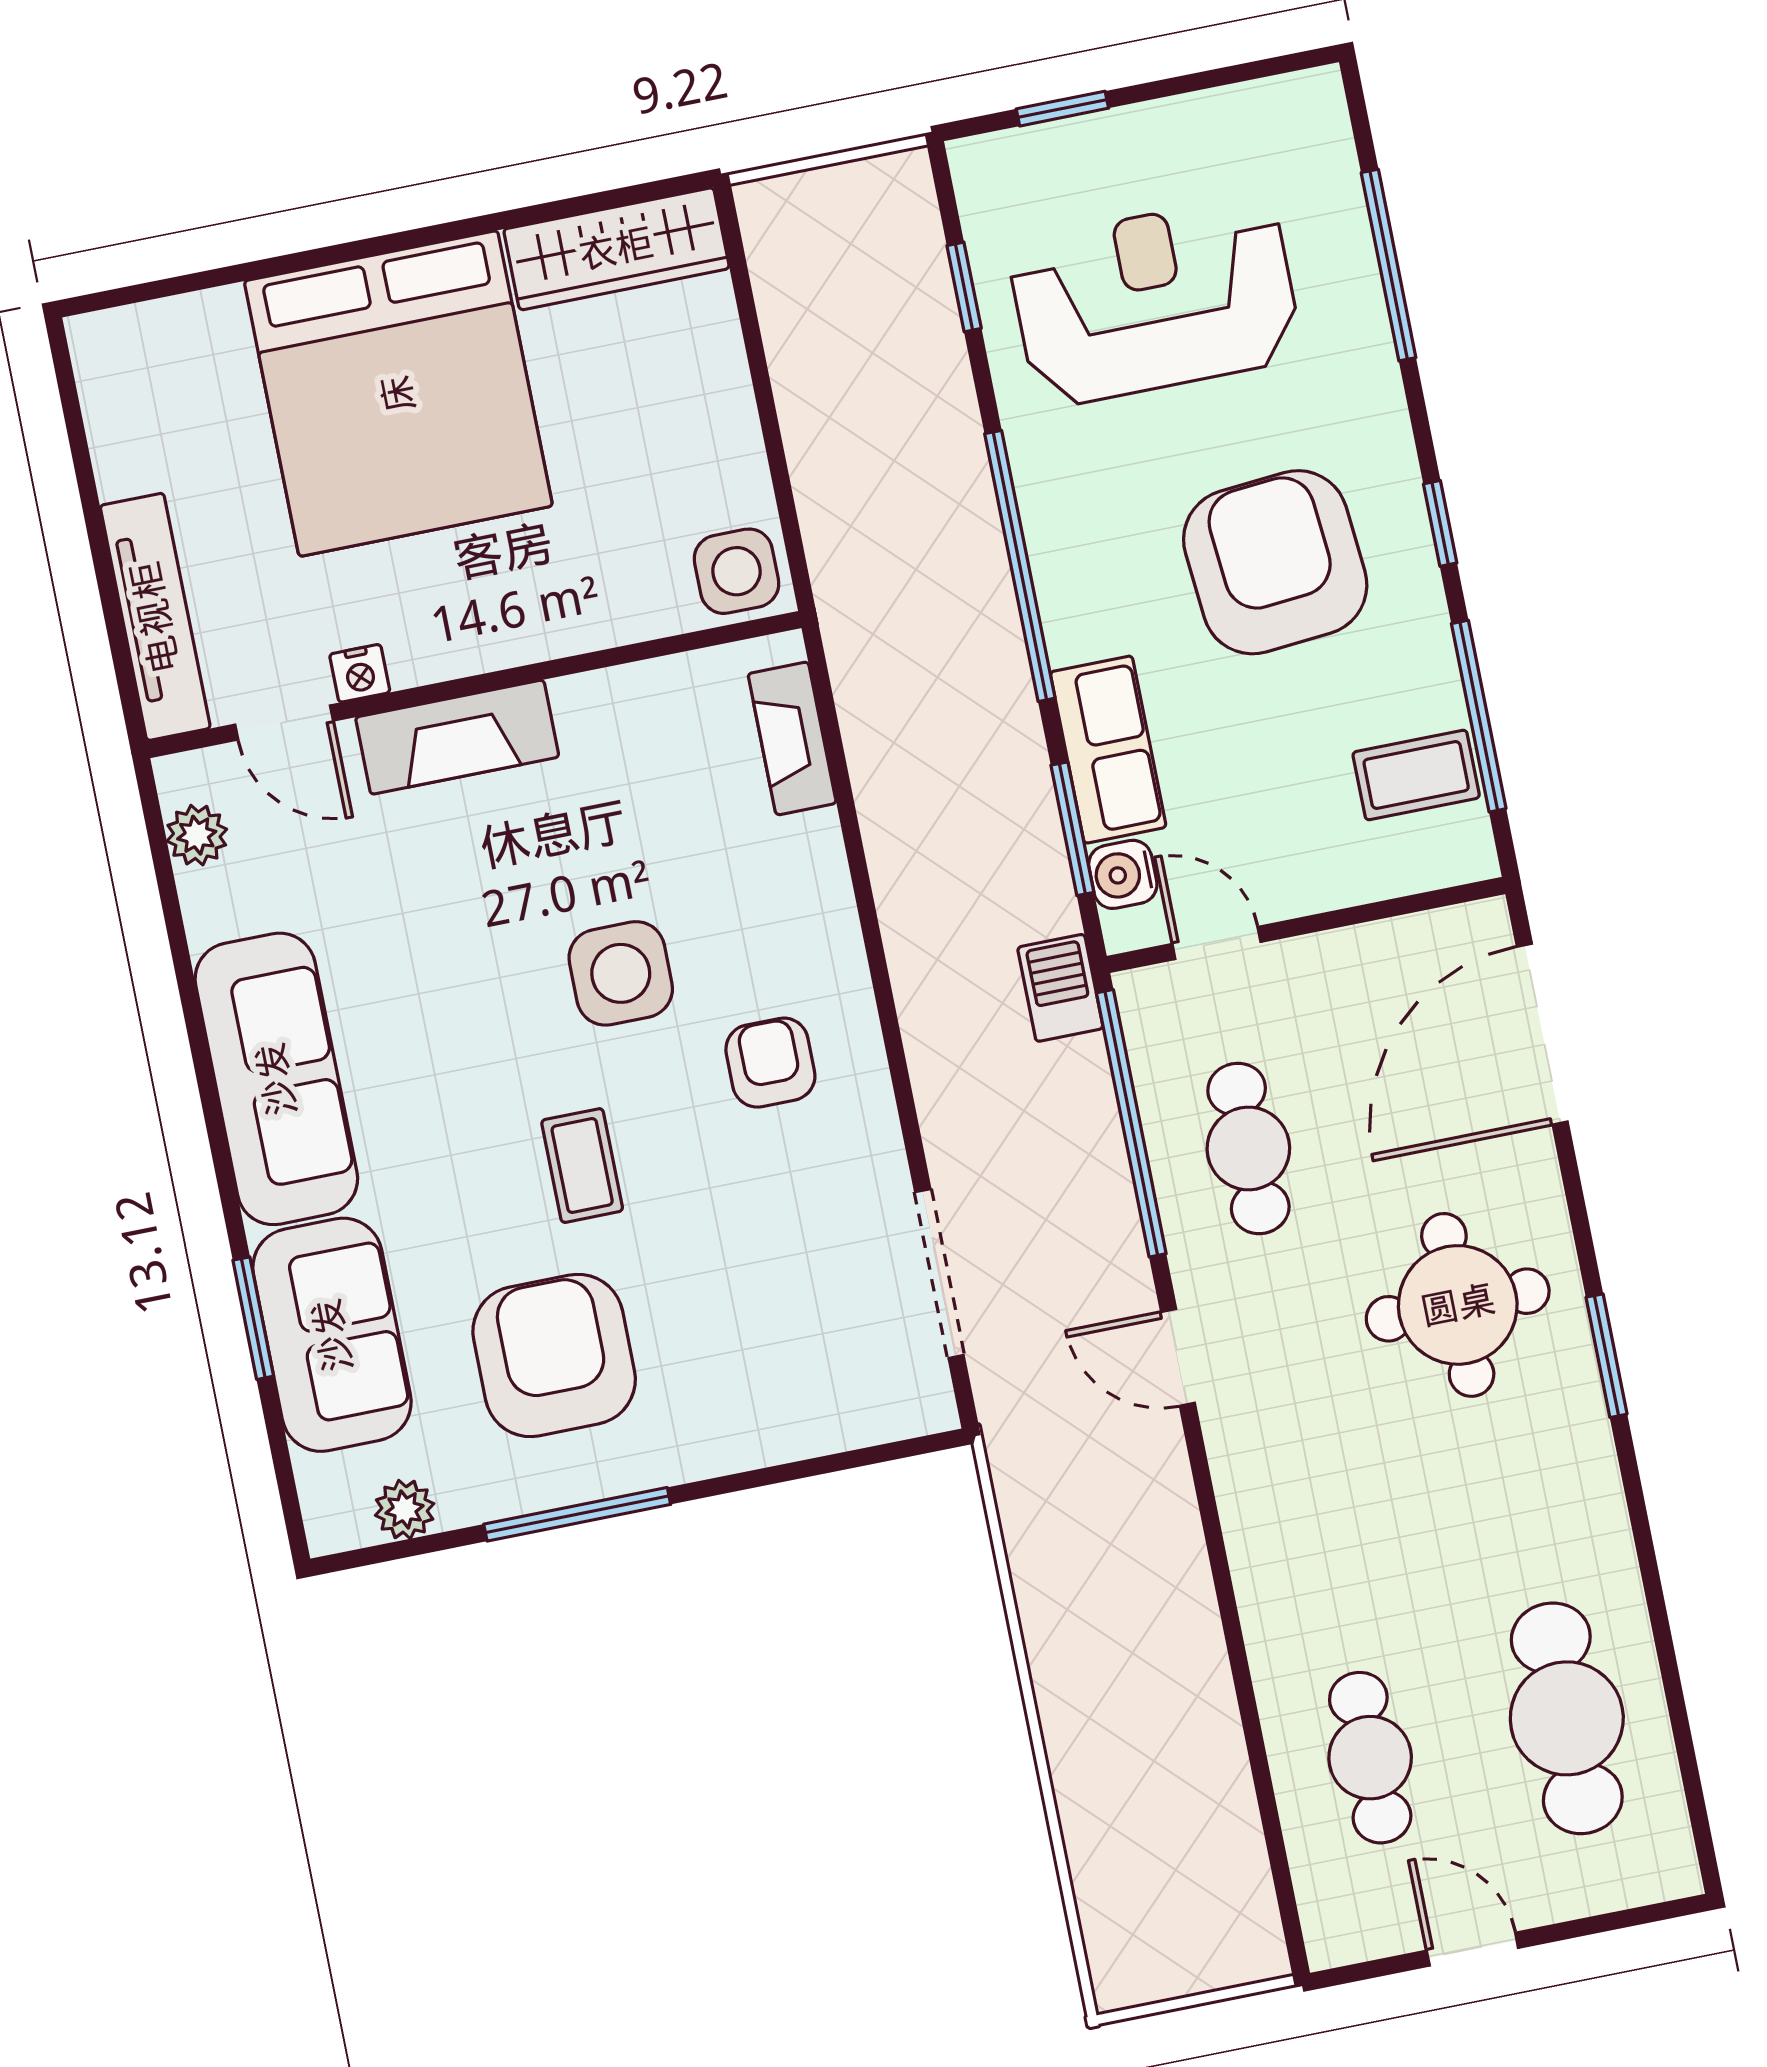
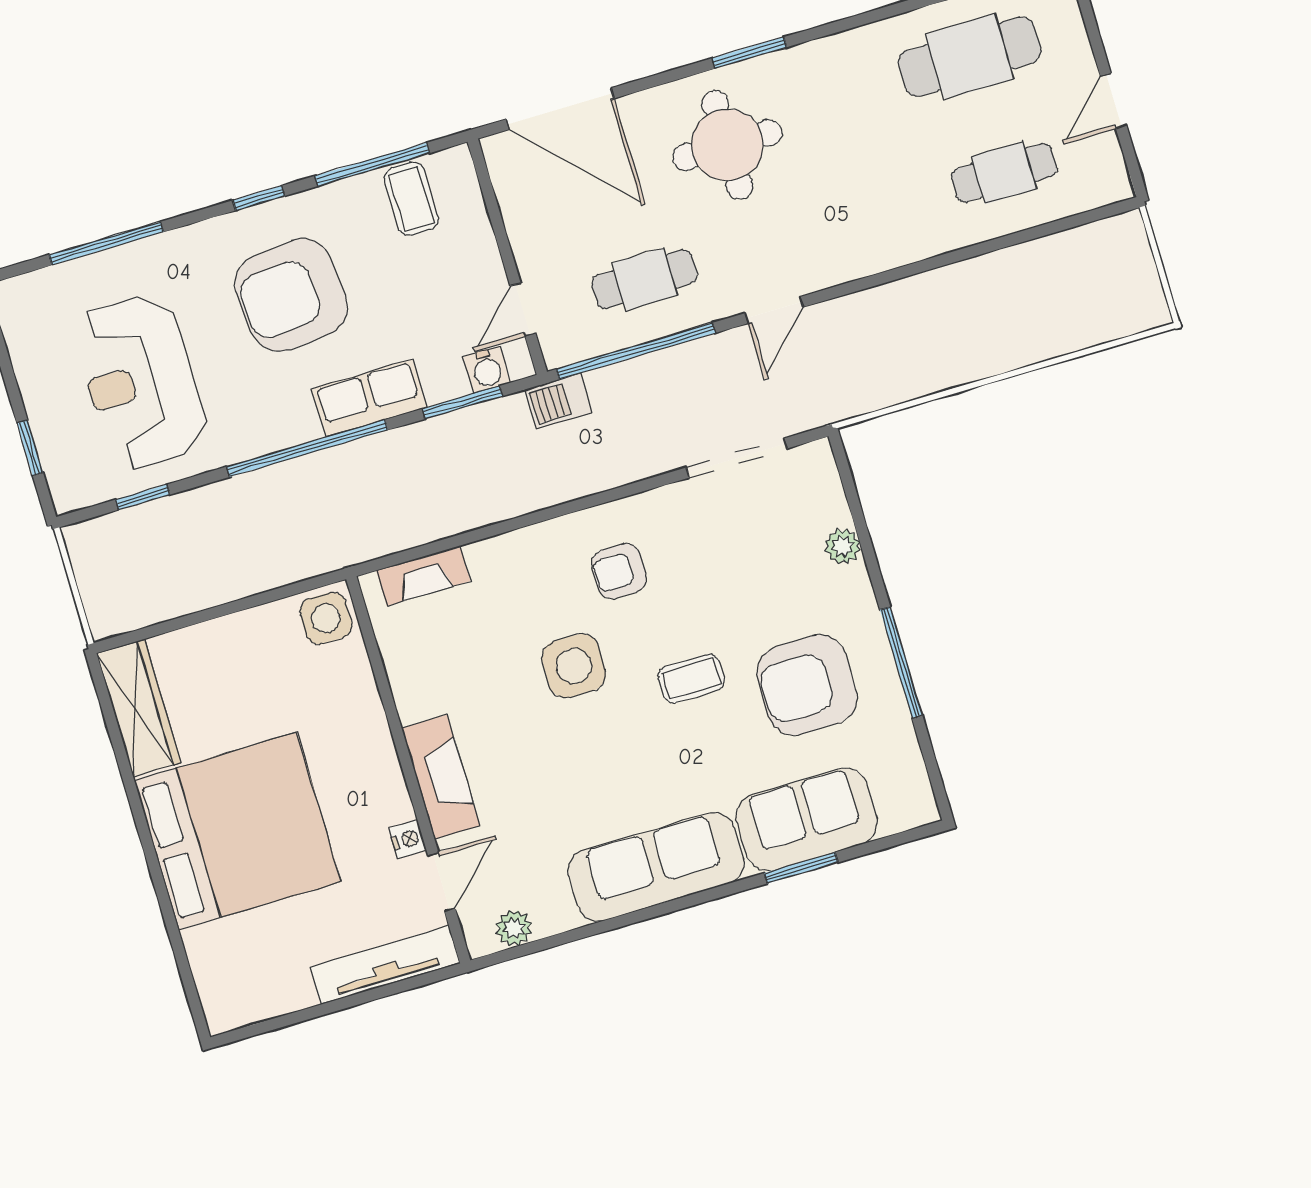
row of seats: (1108, 750) -> (369, 398), moved
plant: (405, 1509) -> (842, 546), moved

